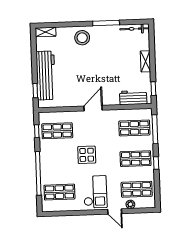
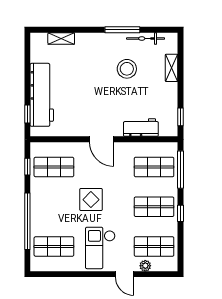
bicycle: (134, 29) -> (146, 38), moved
shelving: (45, 32) -> (61, 38), moved
stool: (82, 38) -> (127, 69), moved
shelving: (145, 61) -> (172, 68), moved
workbench: (133, 98) -> (141, 128), moved
door: (93, 108) -> (102, 139), swing flipped
checkout: (95, 192) -> (100, 248), turned 180

